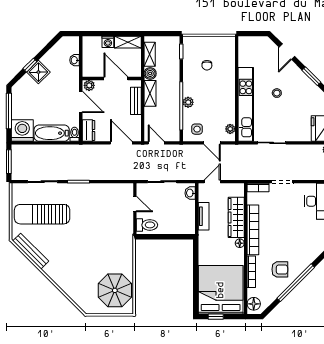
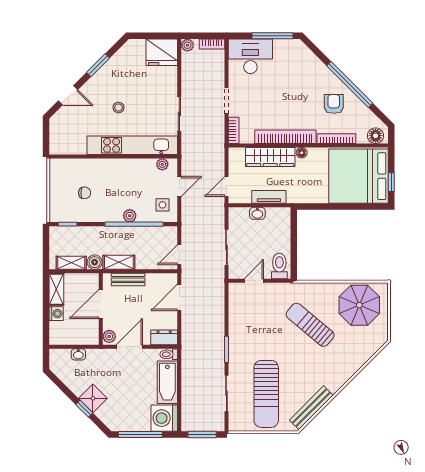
door: (212, 182) -> (226, 186), hinge flipped
washbasin: (190, 193) -> (257, 213), moved
sun lounger: (99, 250) -> (310, 325), added

